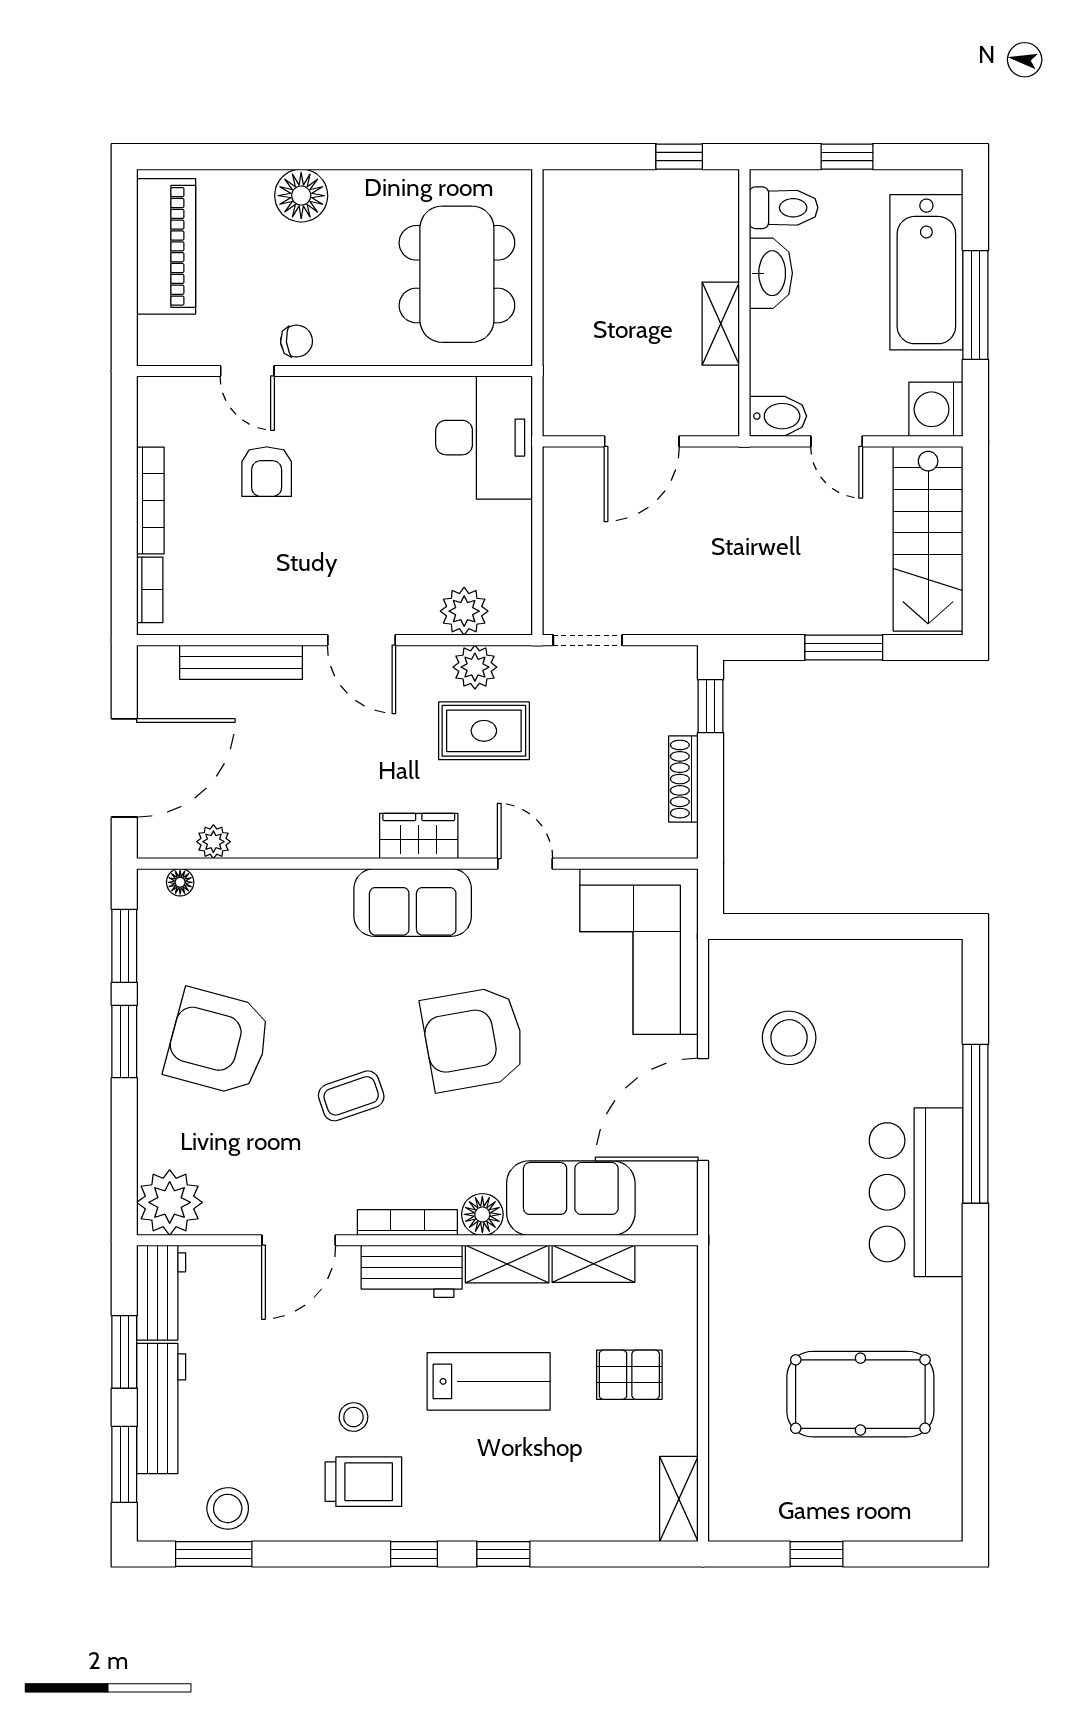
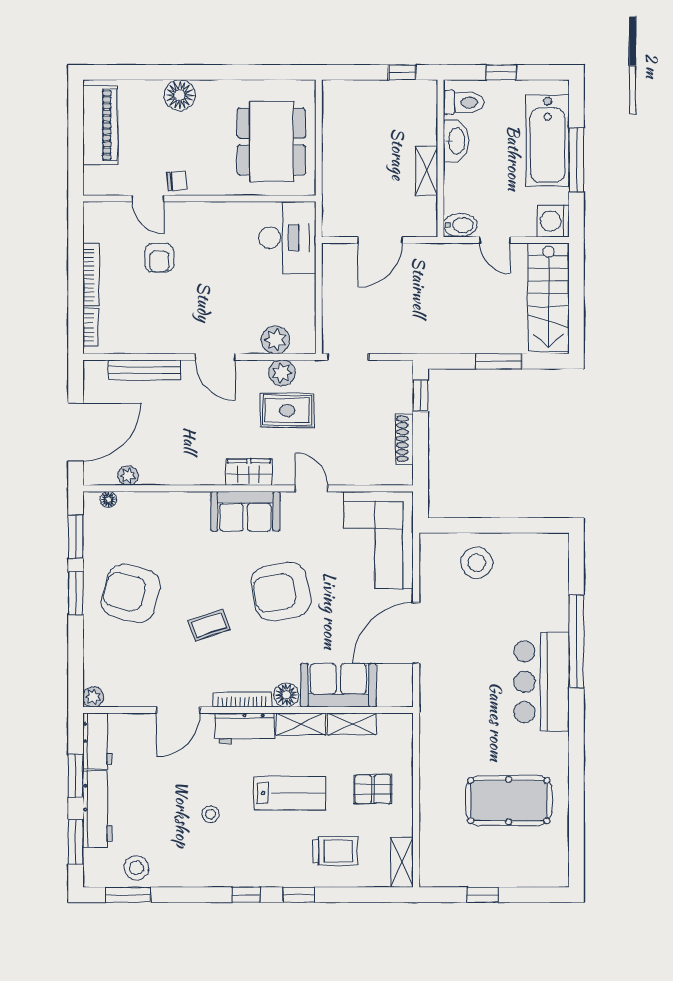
stool: (789, 1038) -> (477, 563), moved
plant: (170, 1202) -> (93, 697), width x0.53, depth x0.53
trolley: (363, 1482) -> (335, 851), moved

